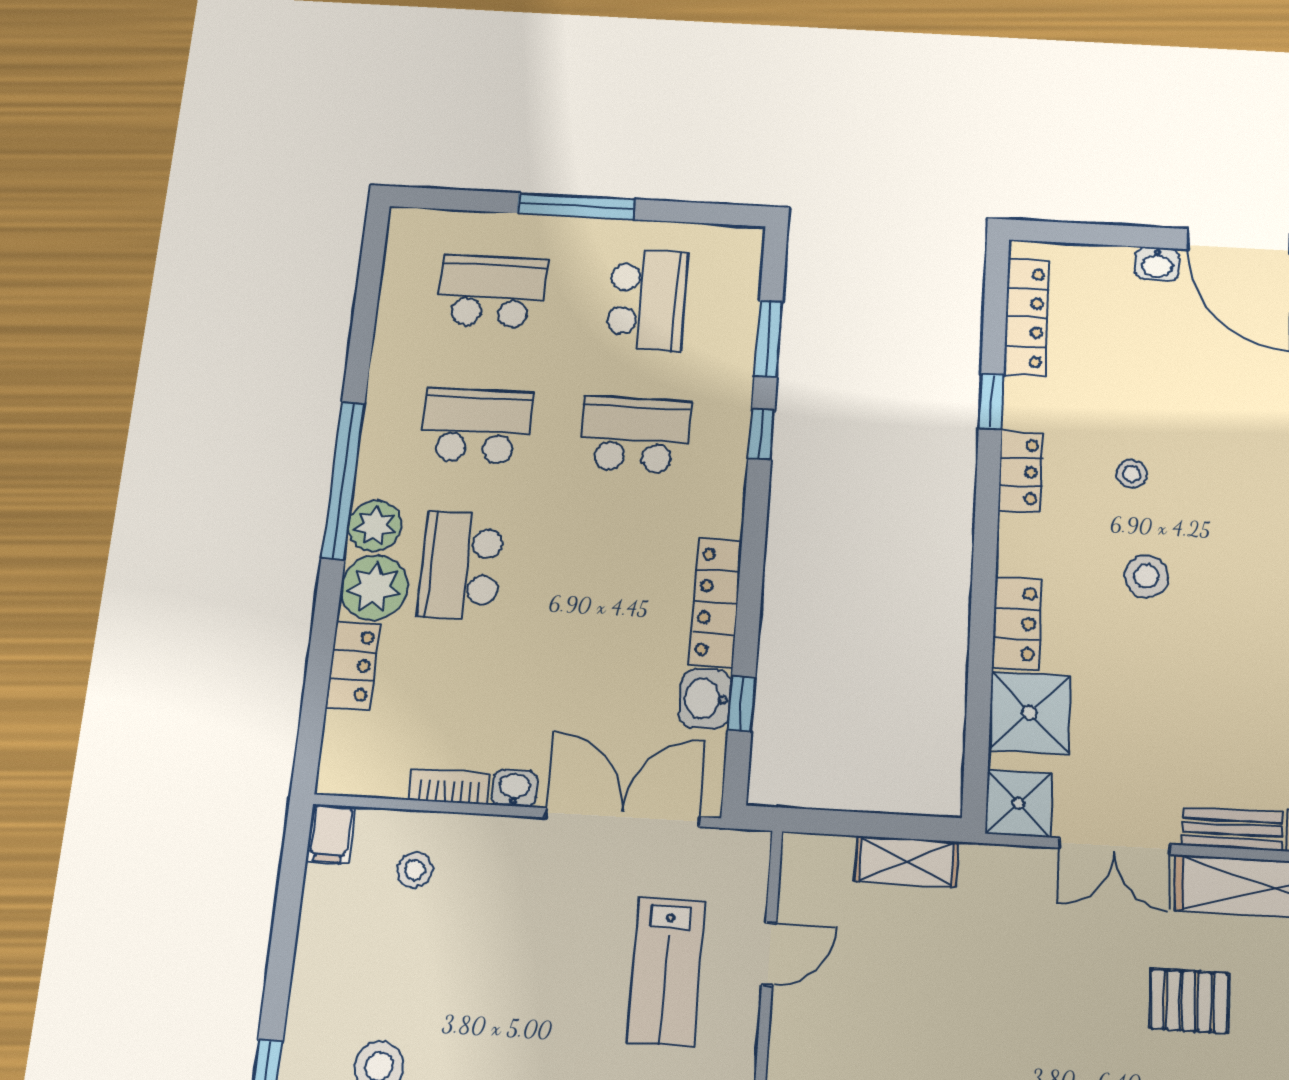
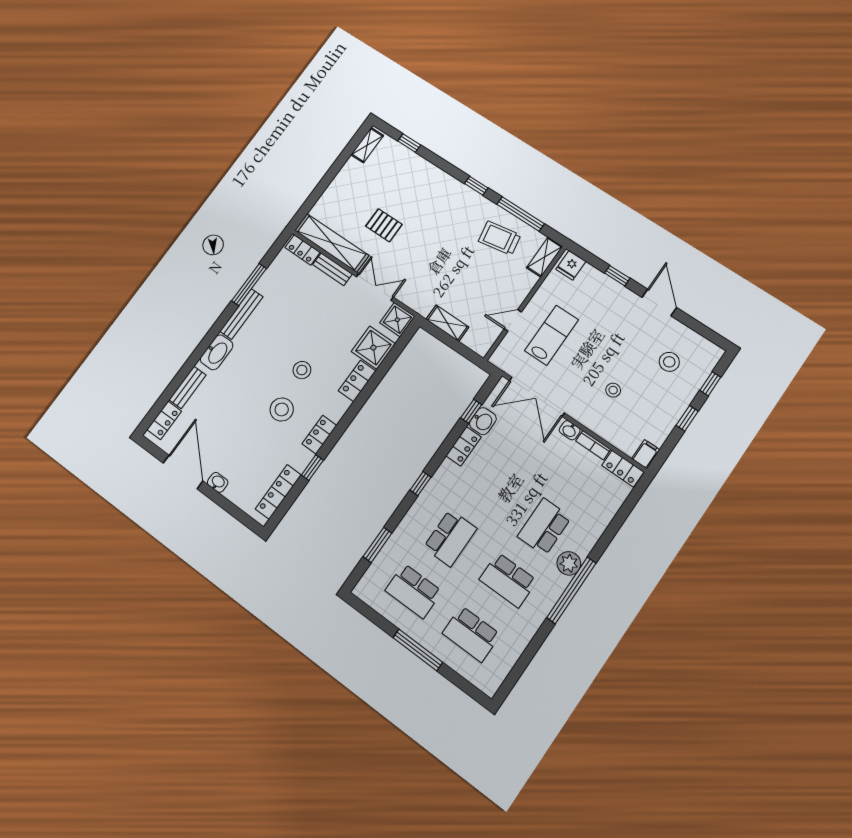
school desk: (647, 300) -> (414, 591), turned -90
window: (761, 434) -> (420, 484), moved
school desk: (635, 435) -> (450, 538), turned -90
stool: (1131, 474) -> (282, 409), width x1.89, depth x1.89
school desk: (461, 565) -> (544, 527), turned 180
plant: (374, 587) -> (582, 539), removed
locker: (716, 602) -> (464, 446), width x0.66
locker: (353, 666) -> (623, 469), moved, turned -90
stool: (415, 870) -> (613, 390), moved
window: (280, 963) -> (687, 418), added

